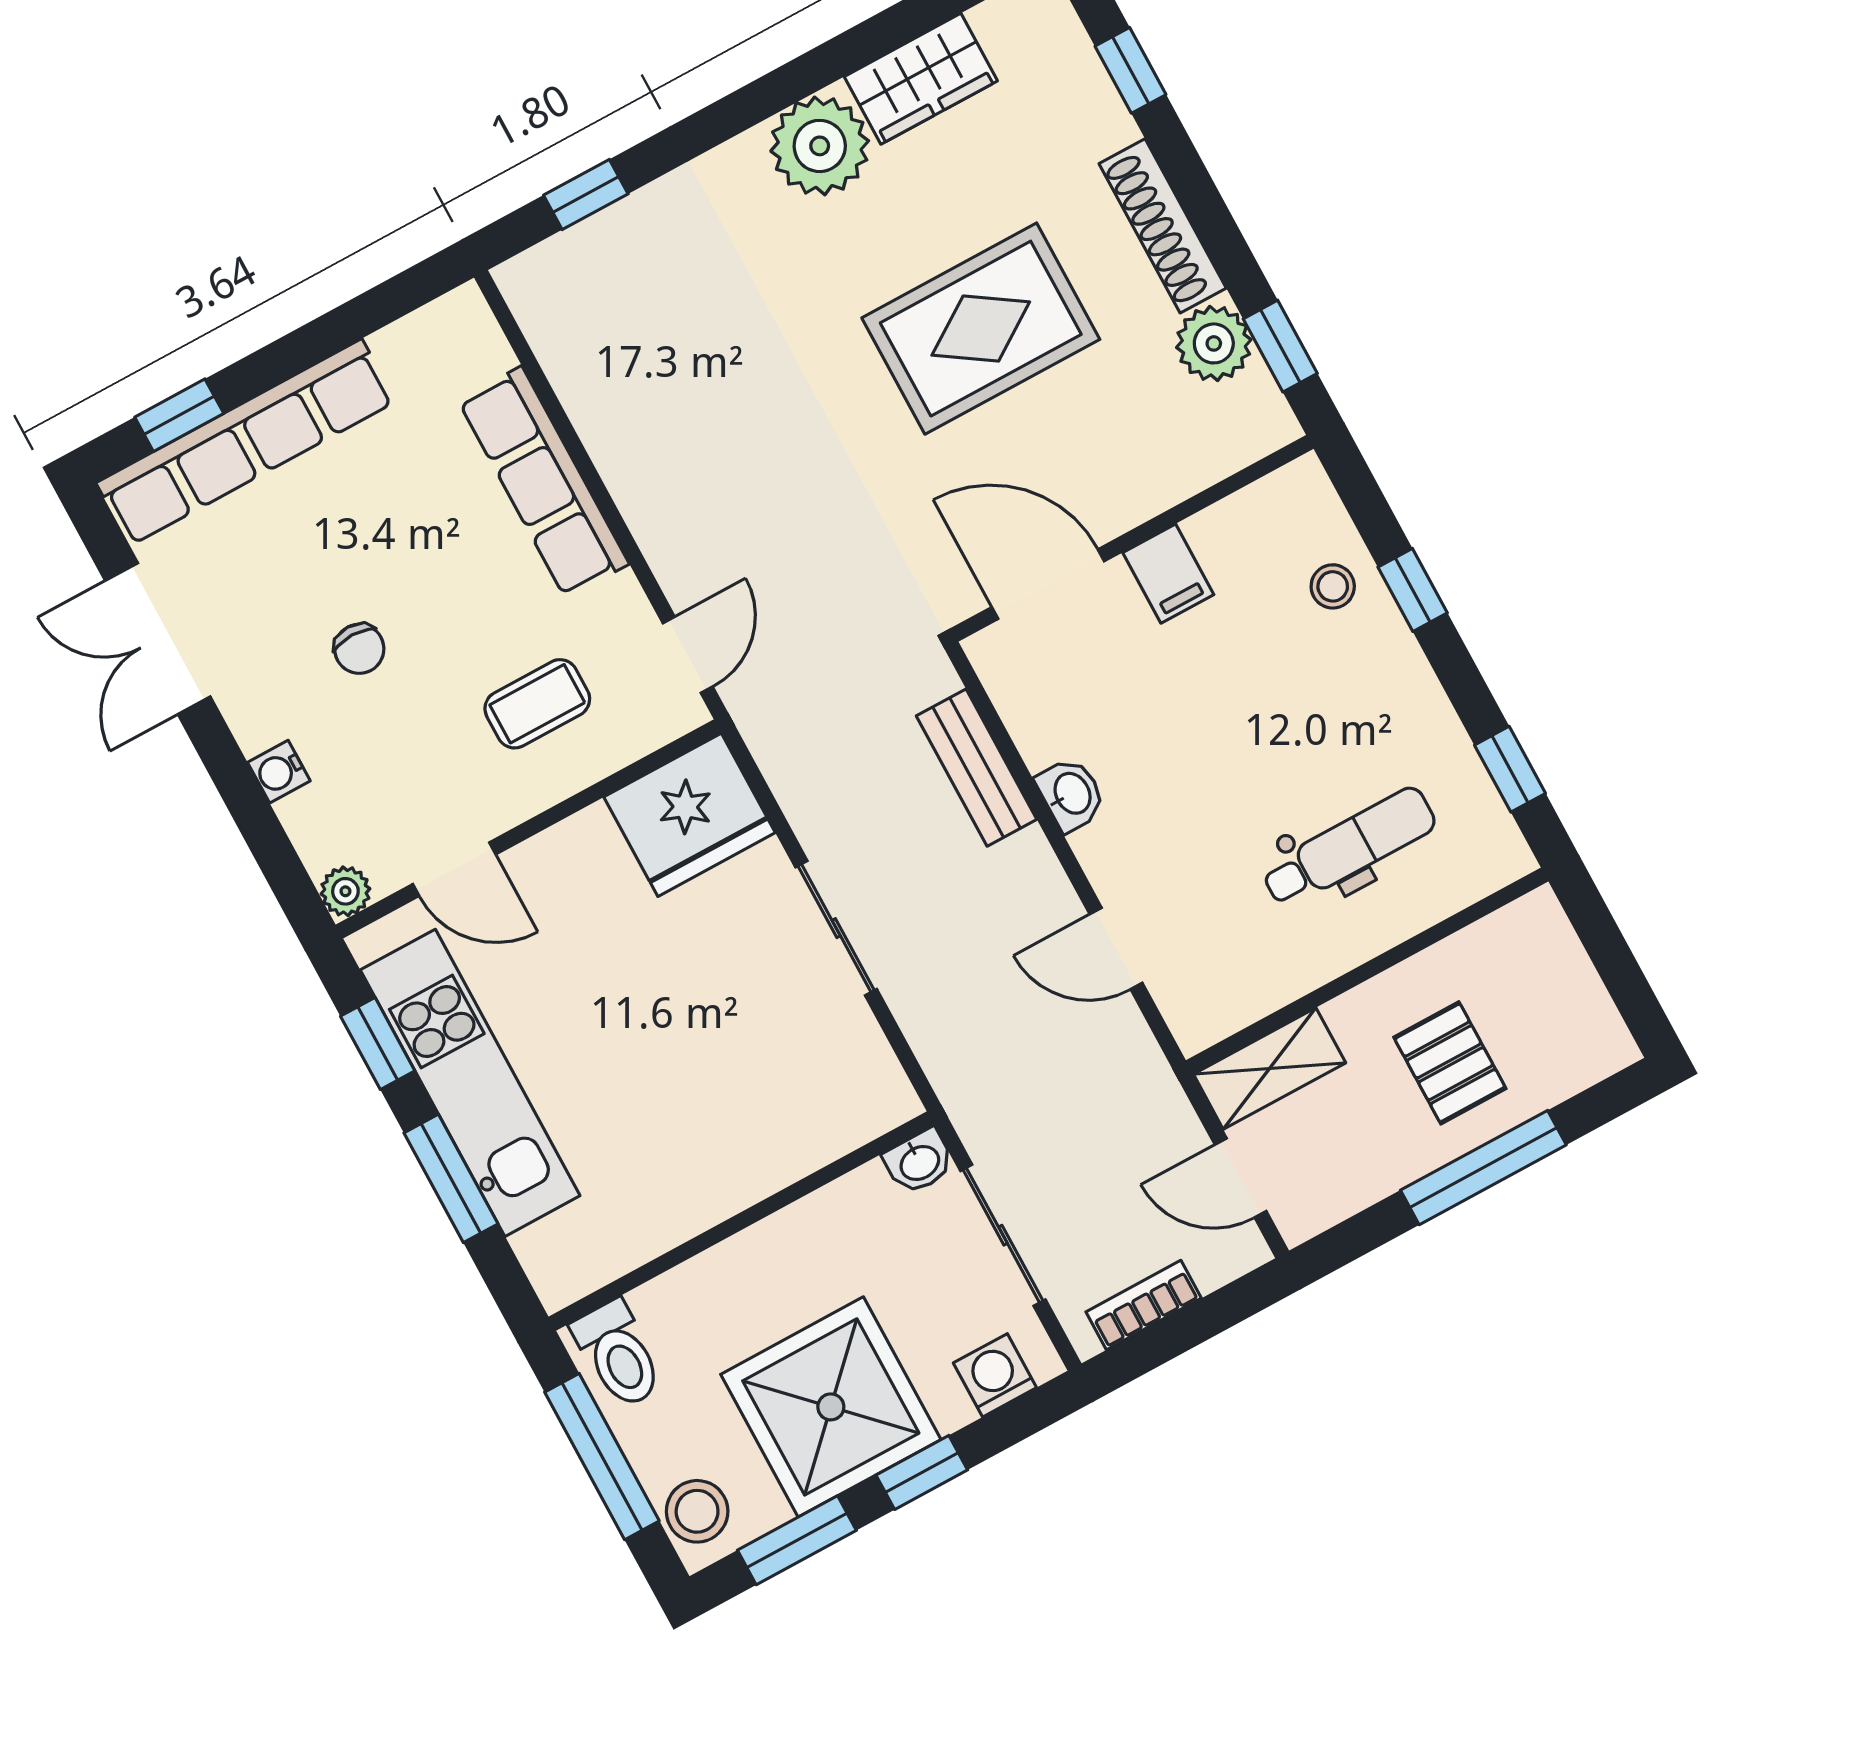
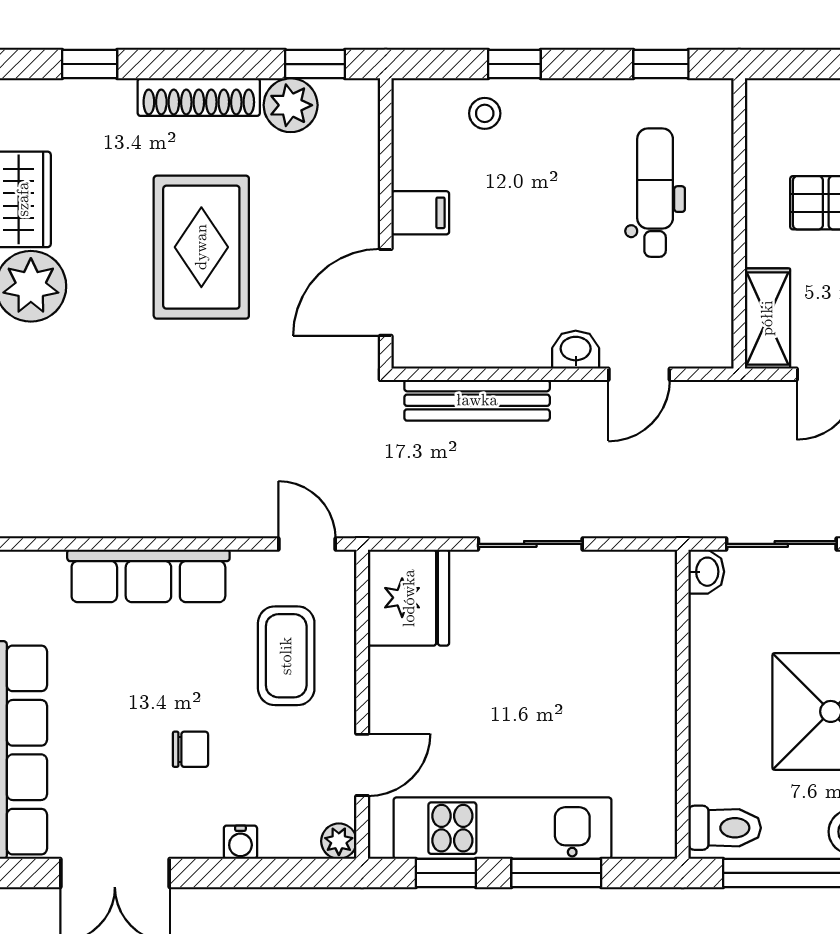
coffee table: (537, 704) -> (286, 656), width x1.36, depth x1.30
bench: (977, 768) -> (477, 400), width x1.36
washbasin: (1071, 794) -> (576, 350), moved

